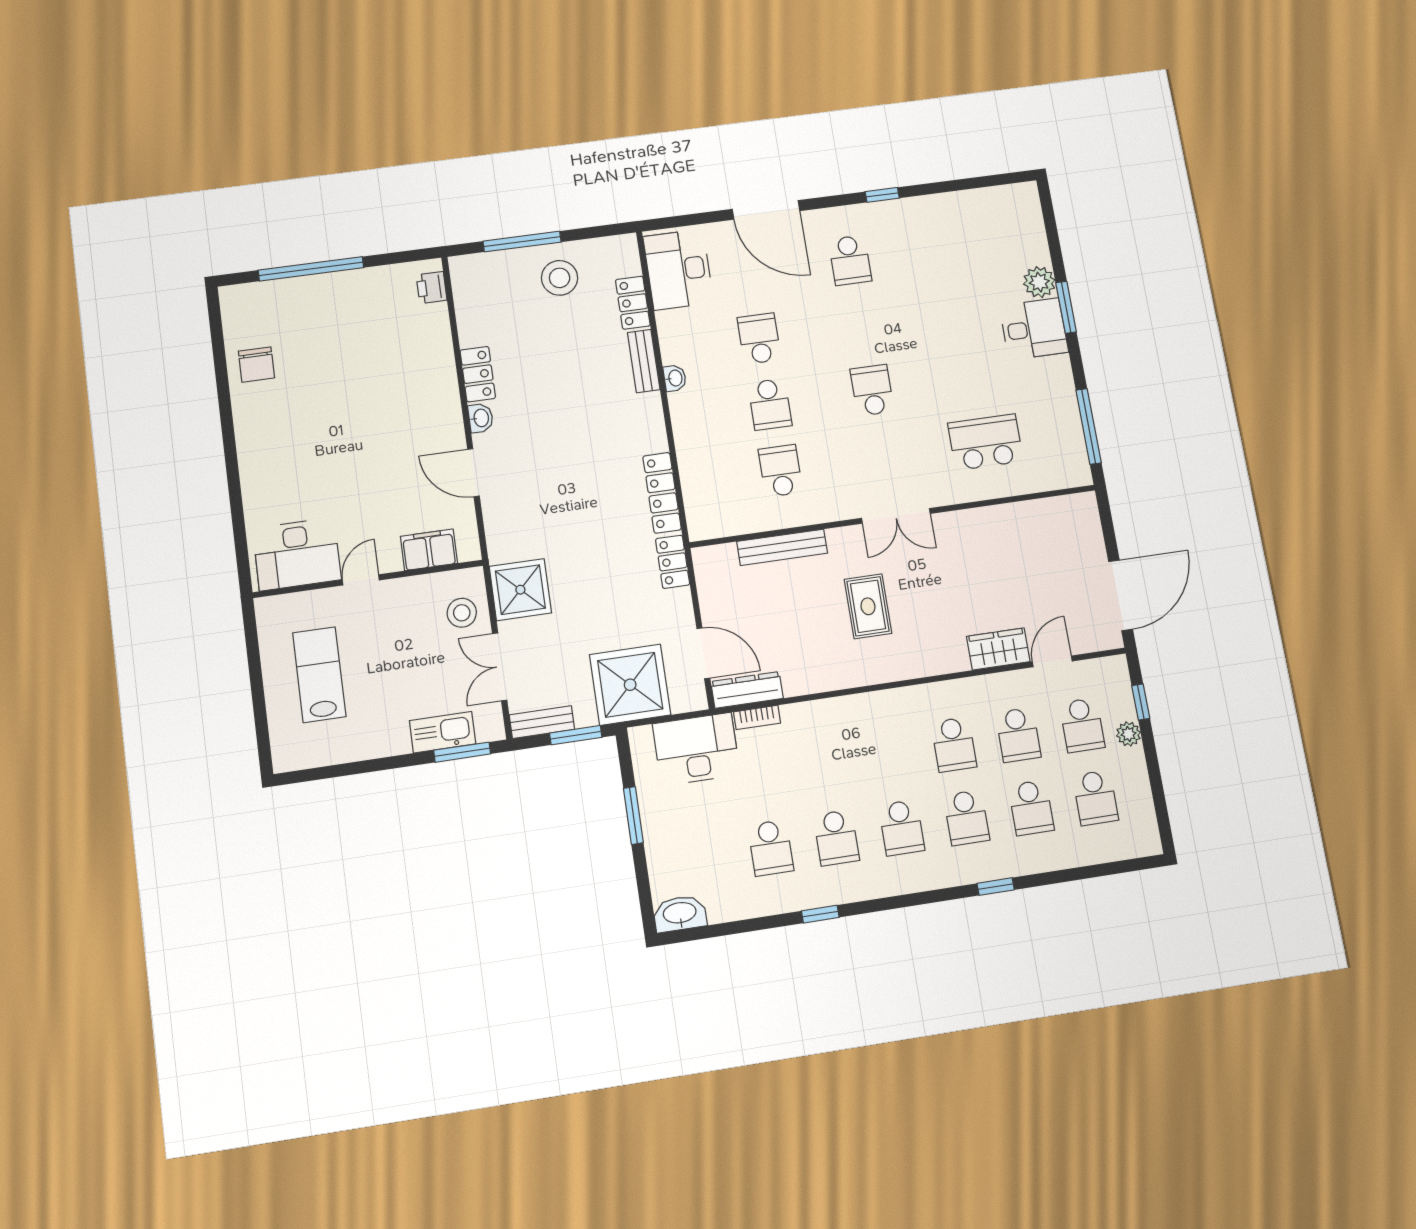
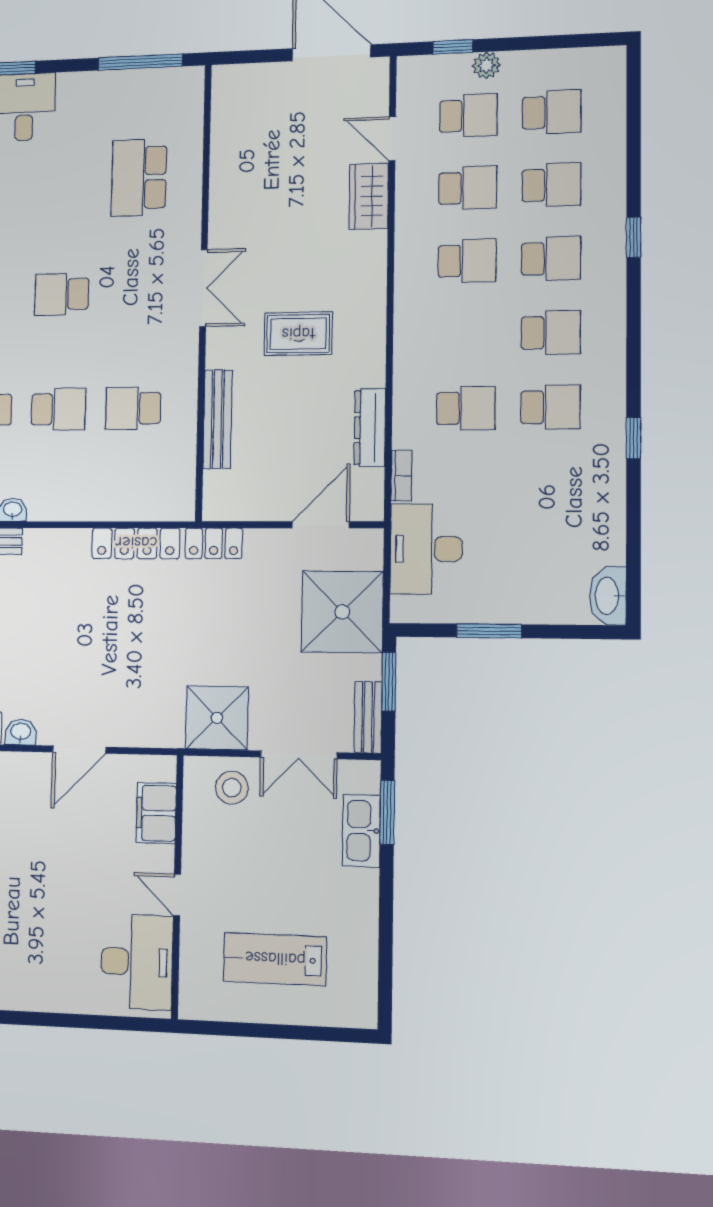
dresser: (747, 690) -> (370, 428), moved
school desk: (771, 848) -> (466, 408), moved

